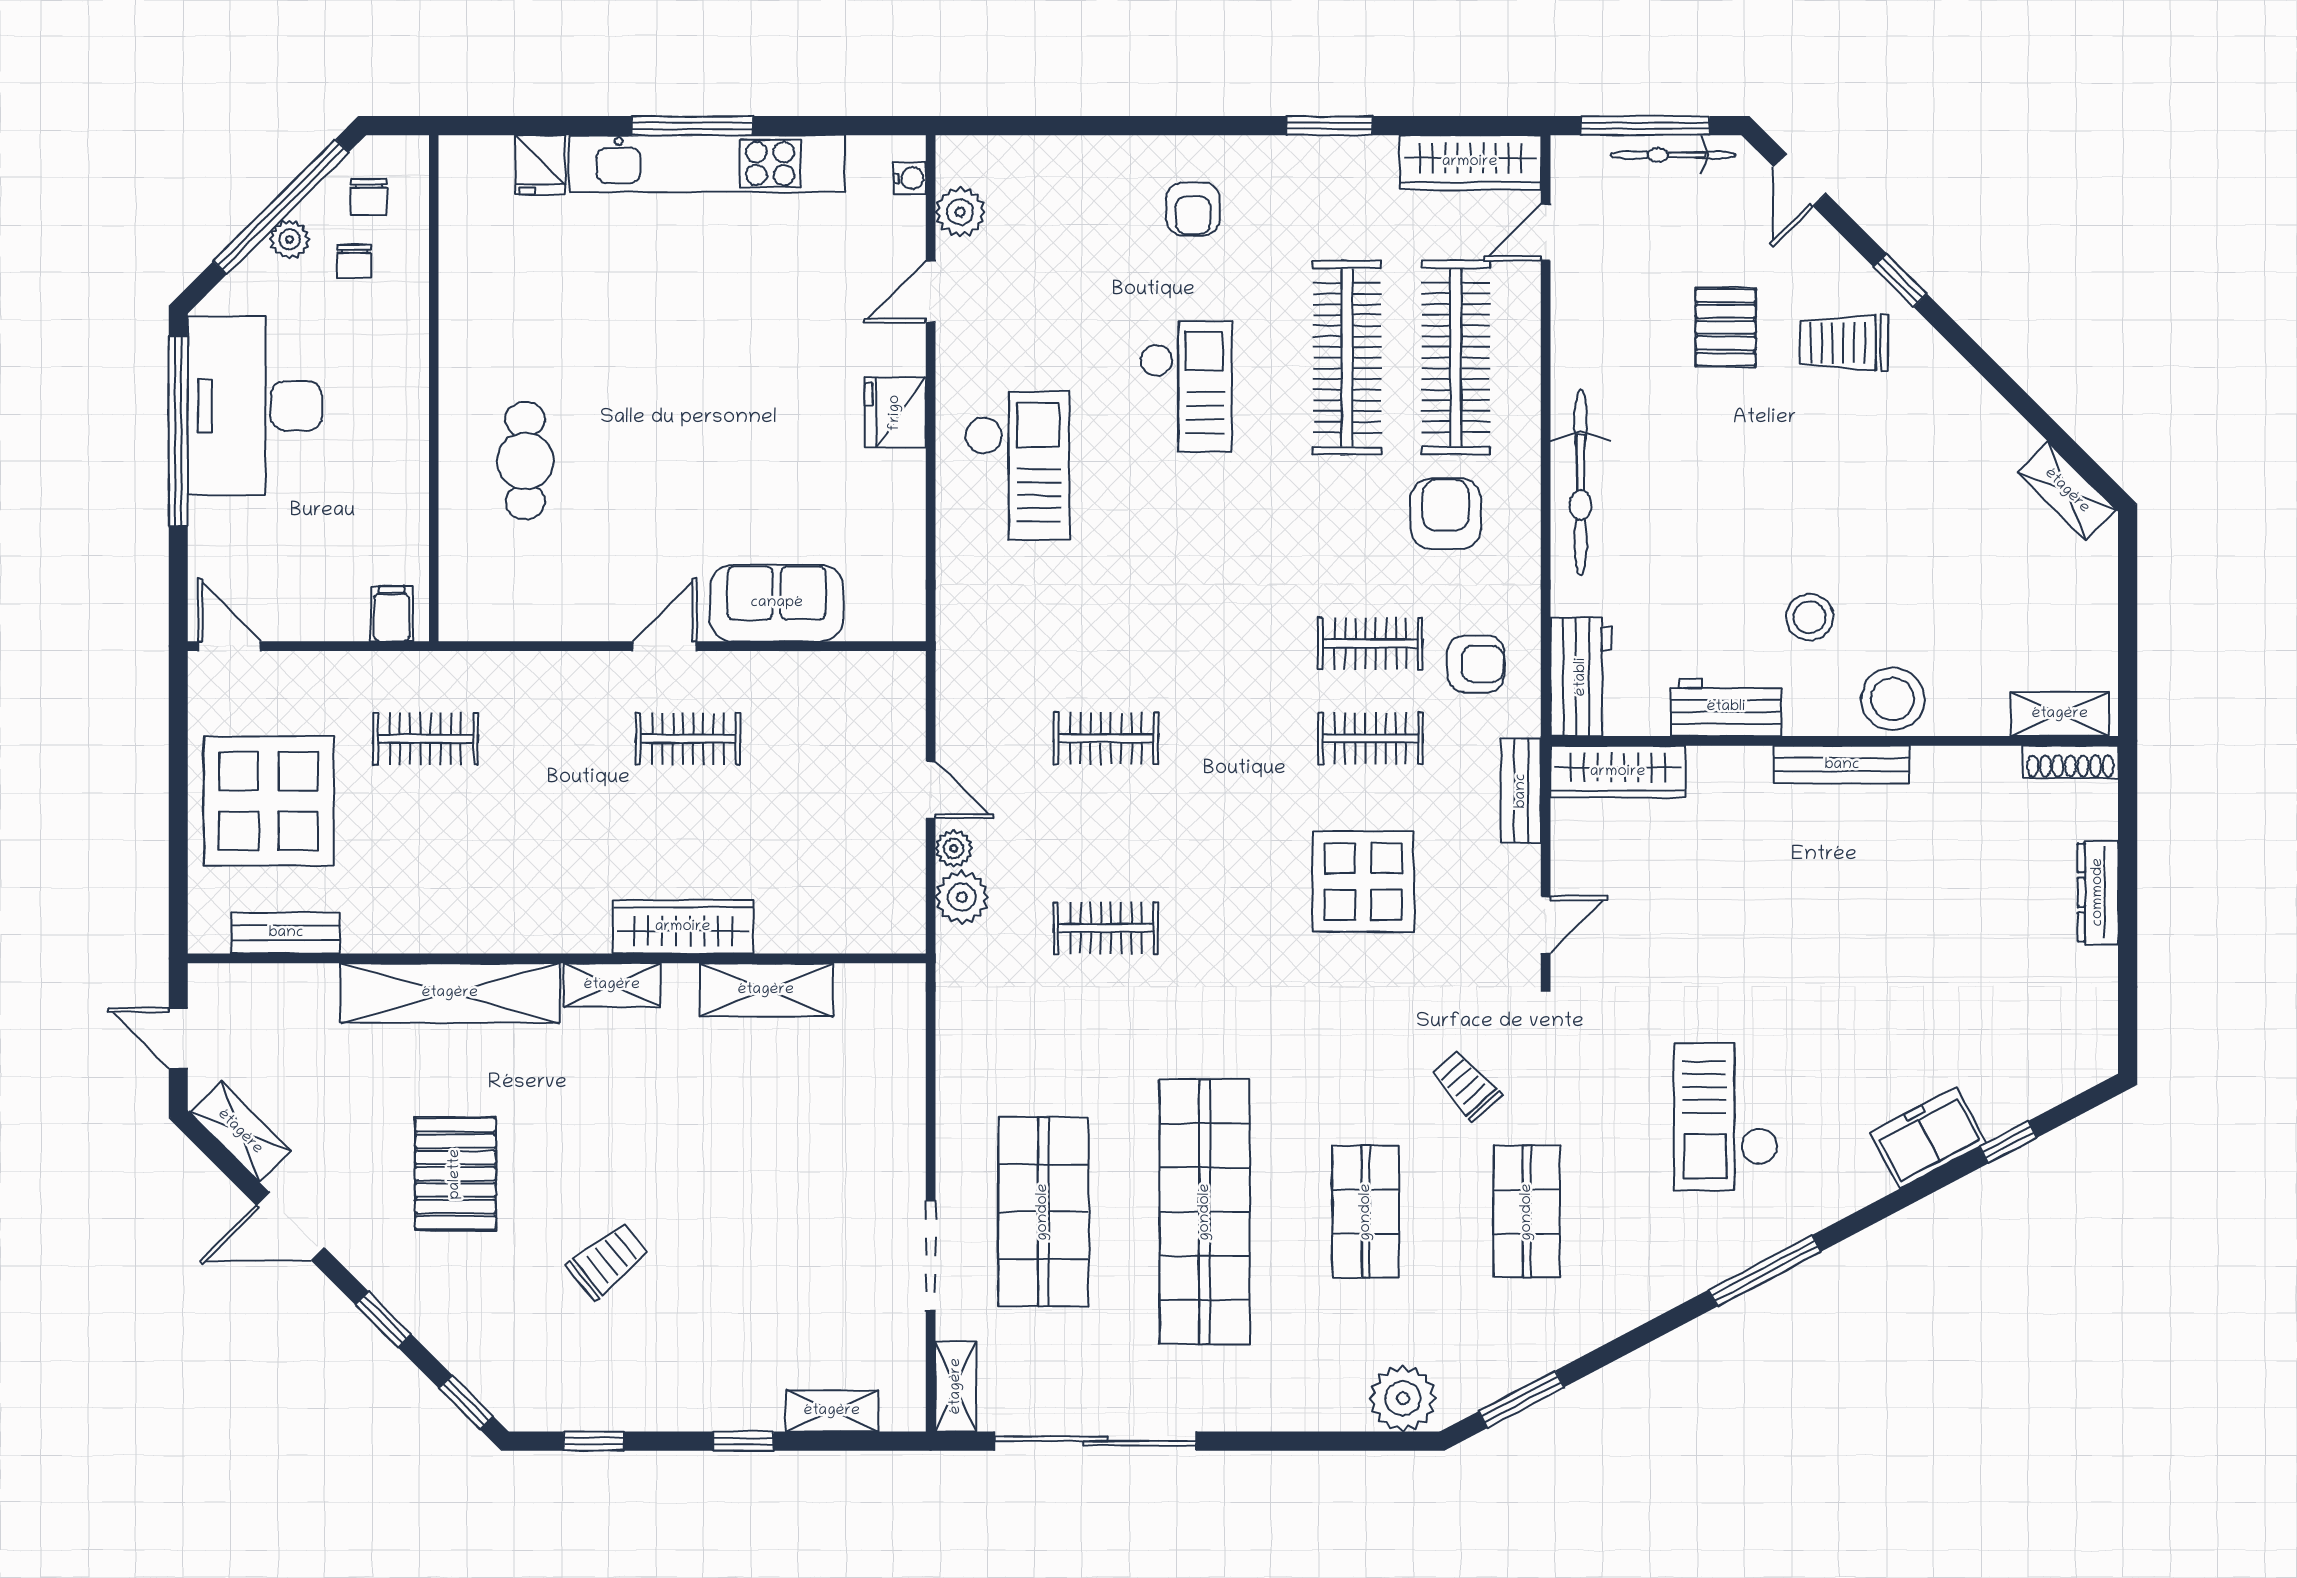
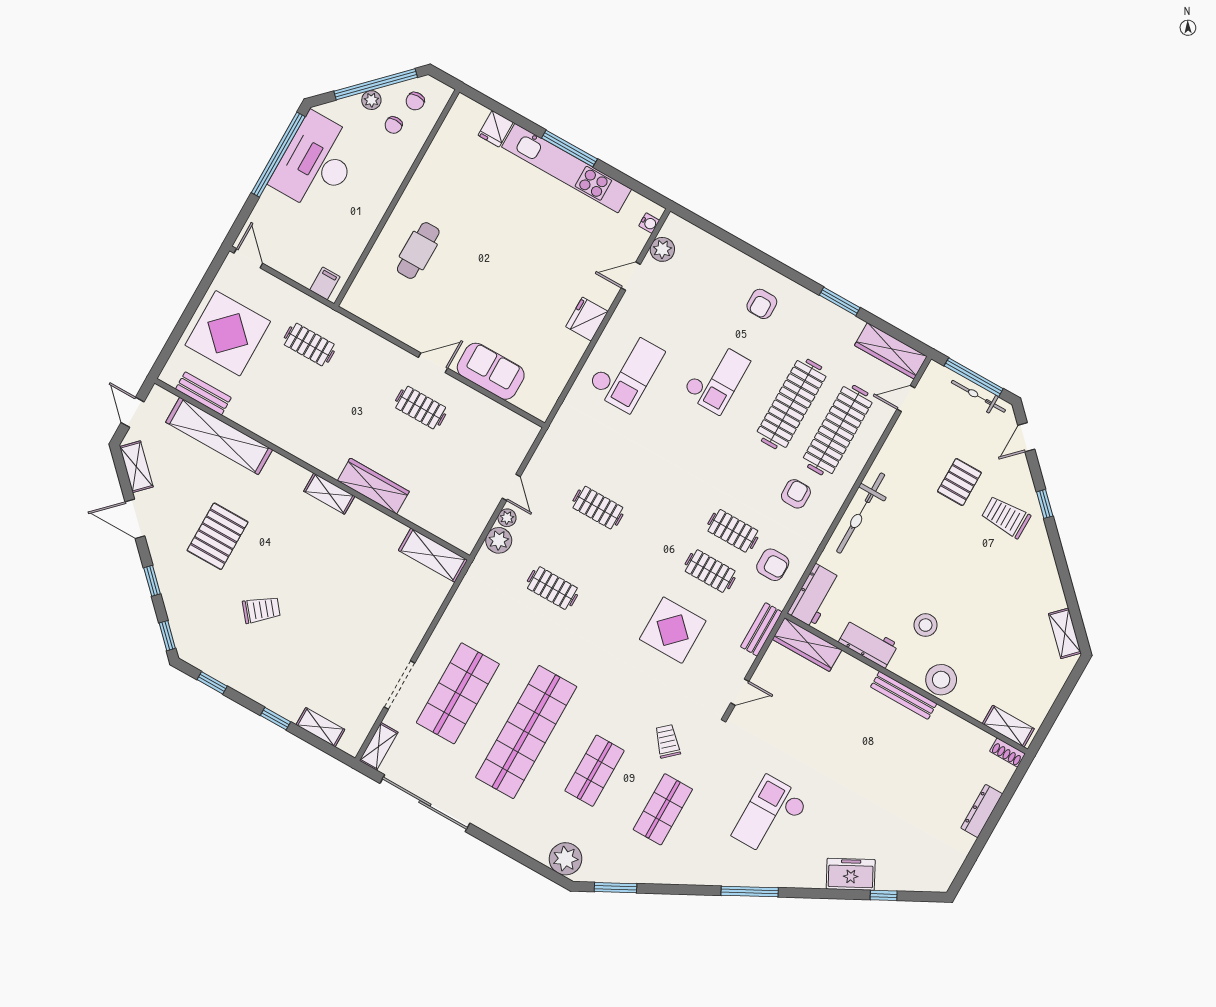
armchair: (1446, 514) -> (796, 494), width x0.72, depth x0.72
shoe rack: (2070, 762) -> (1007, 752), width x0.70
shelving: (766, 990) -> (433, 555), moved
shelving: (450, 993) -> (219, 436), moved

